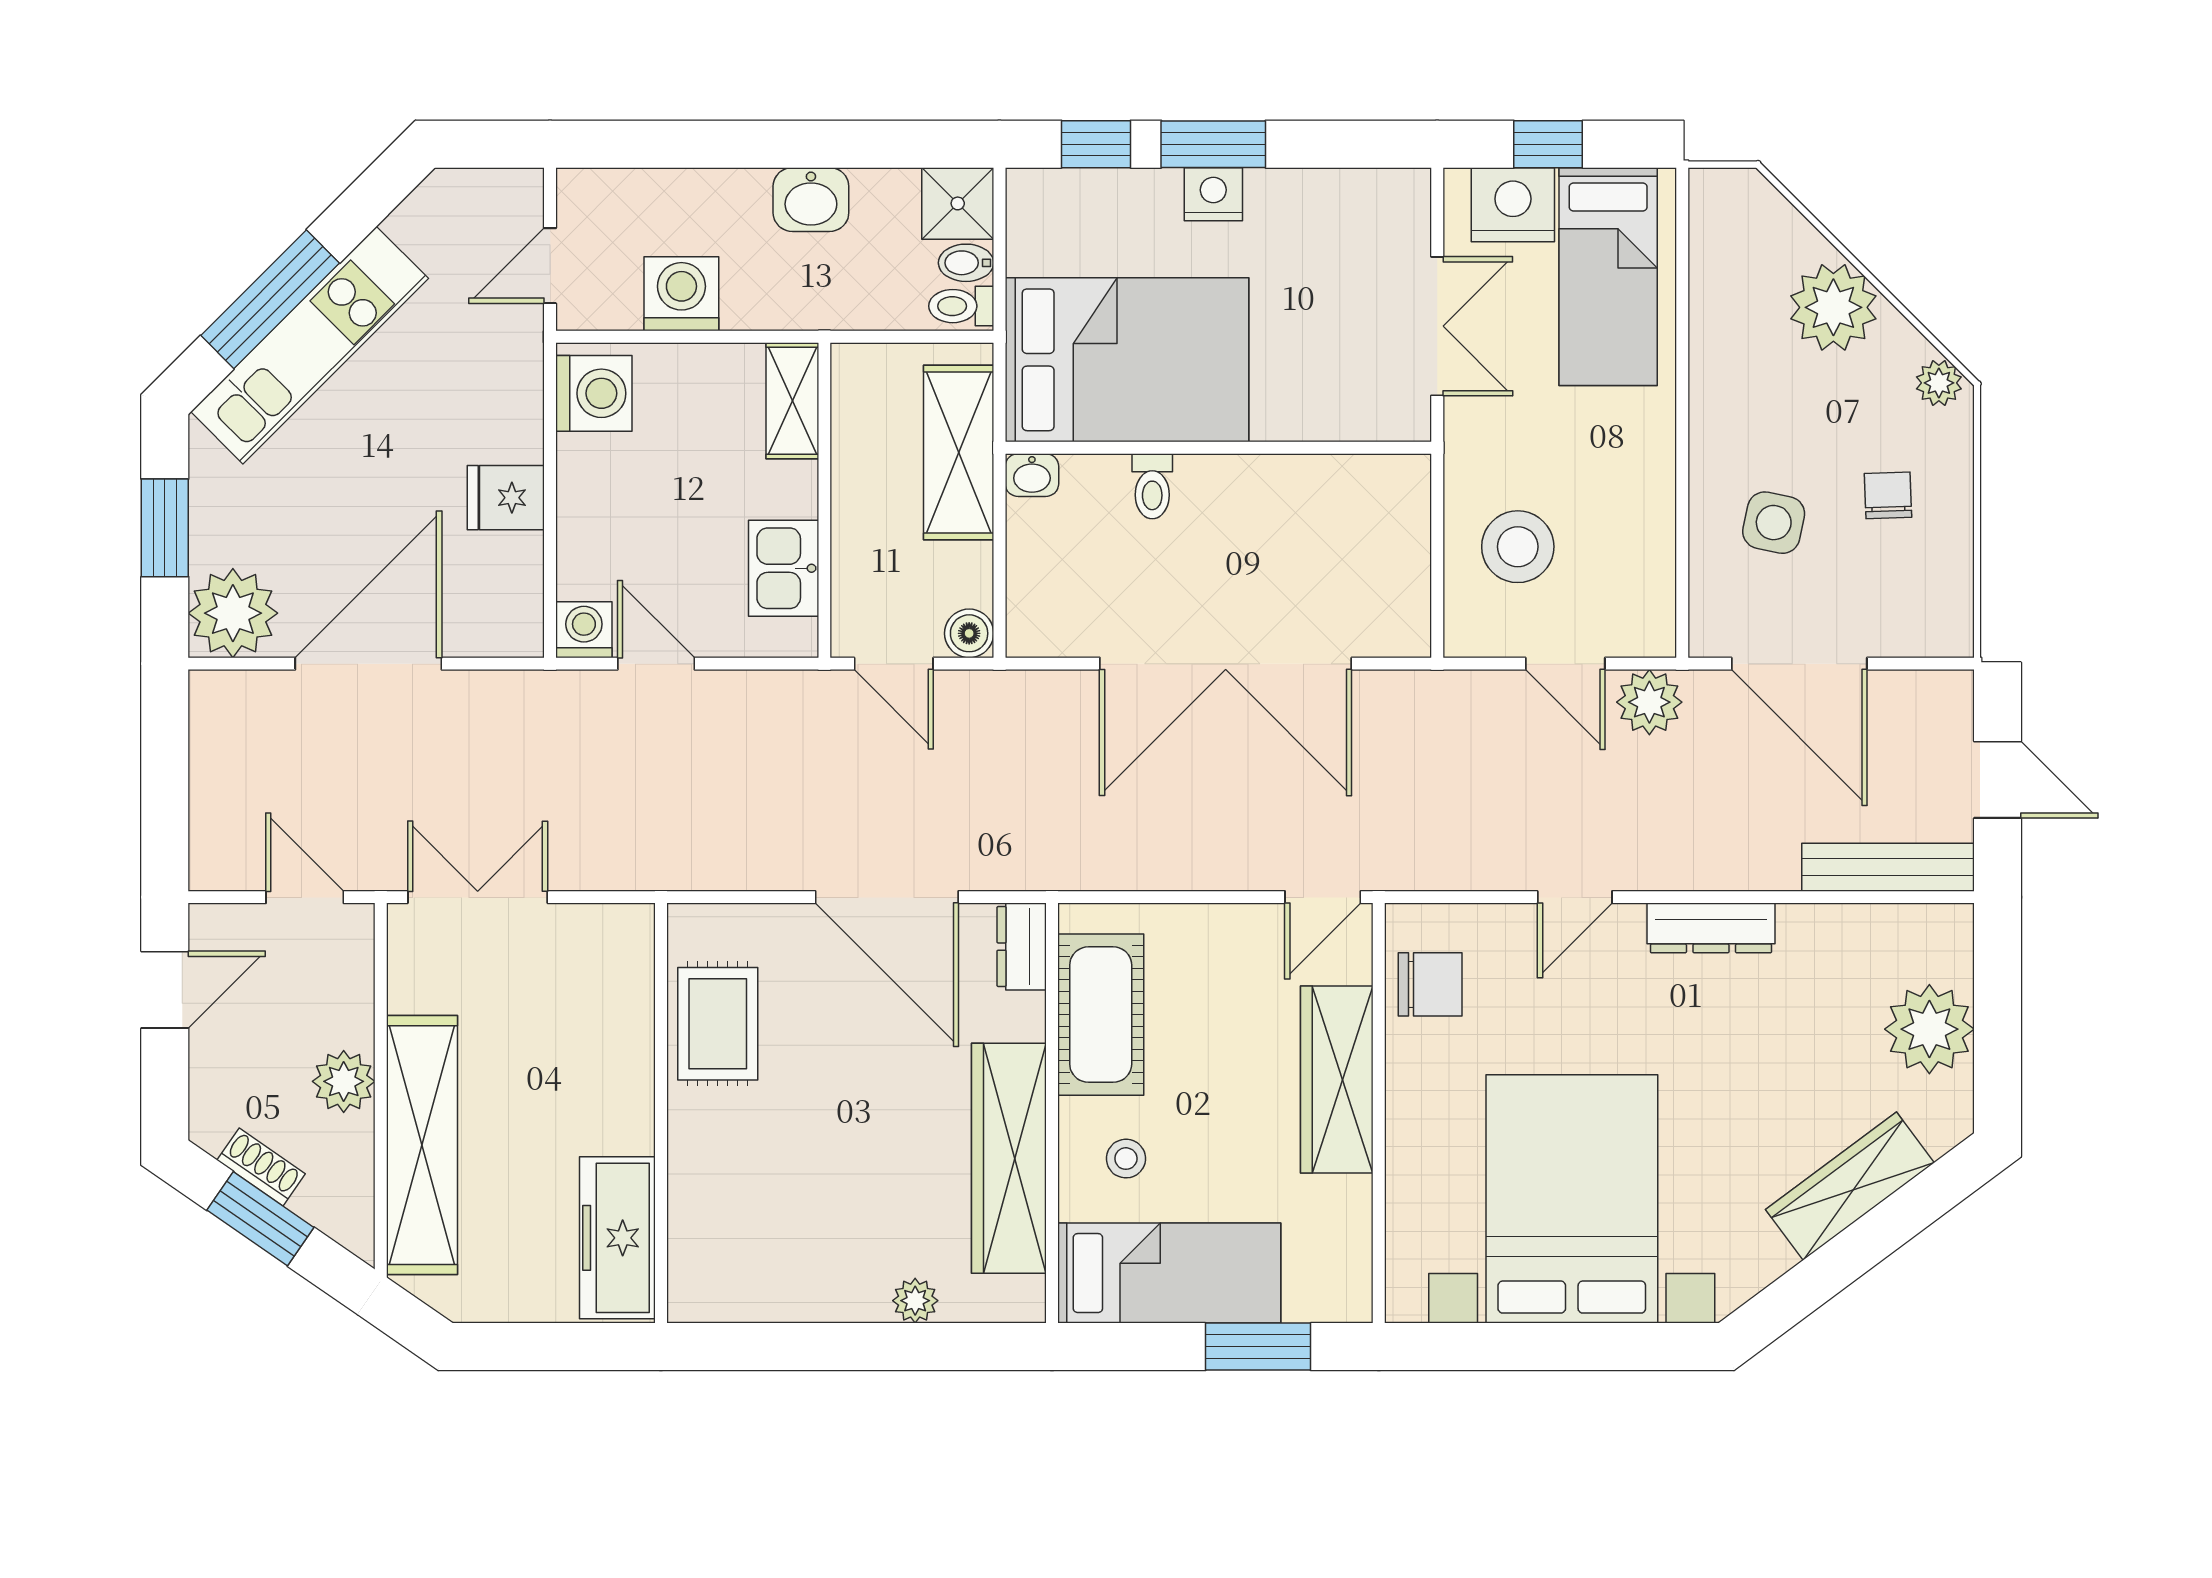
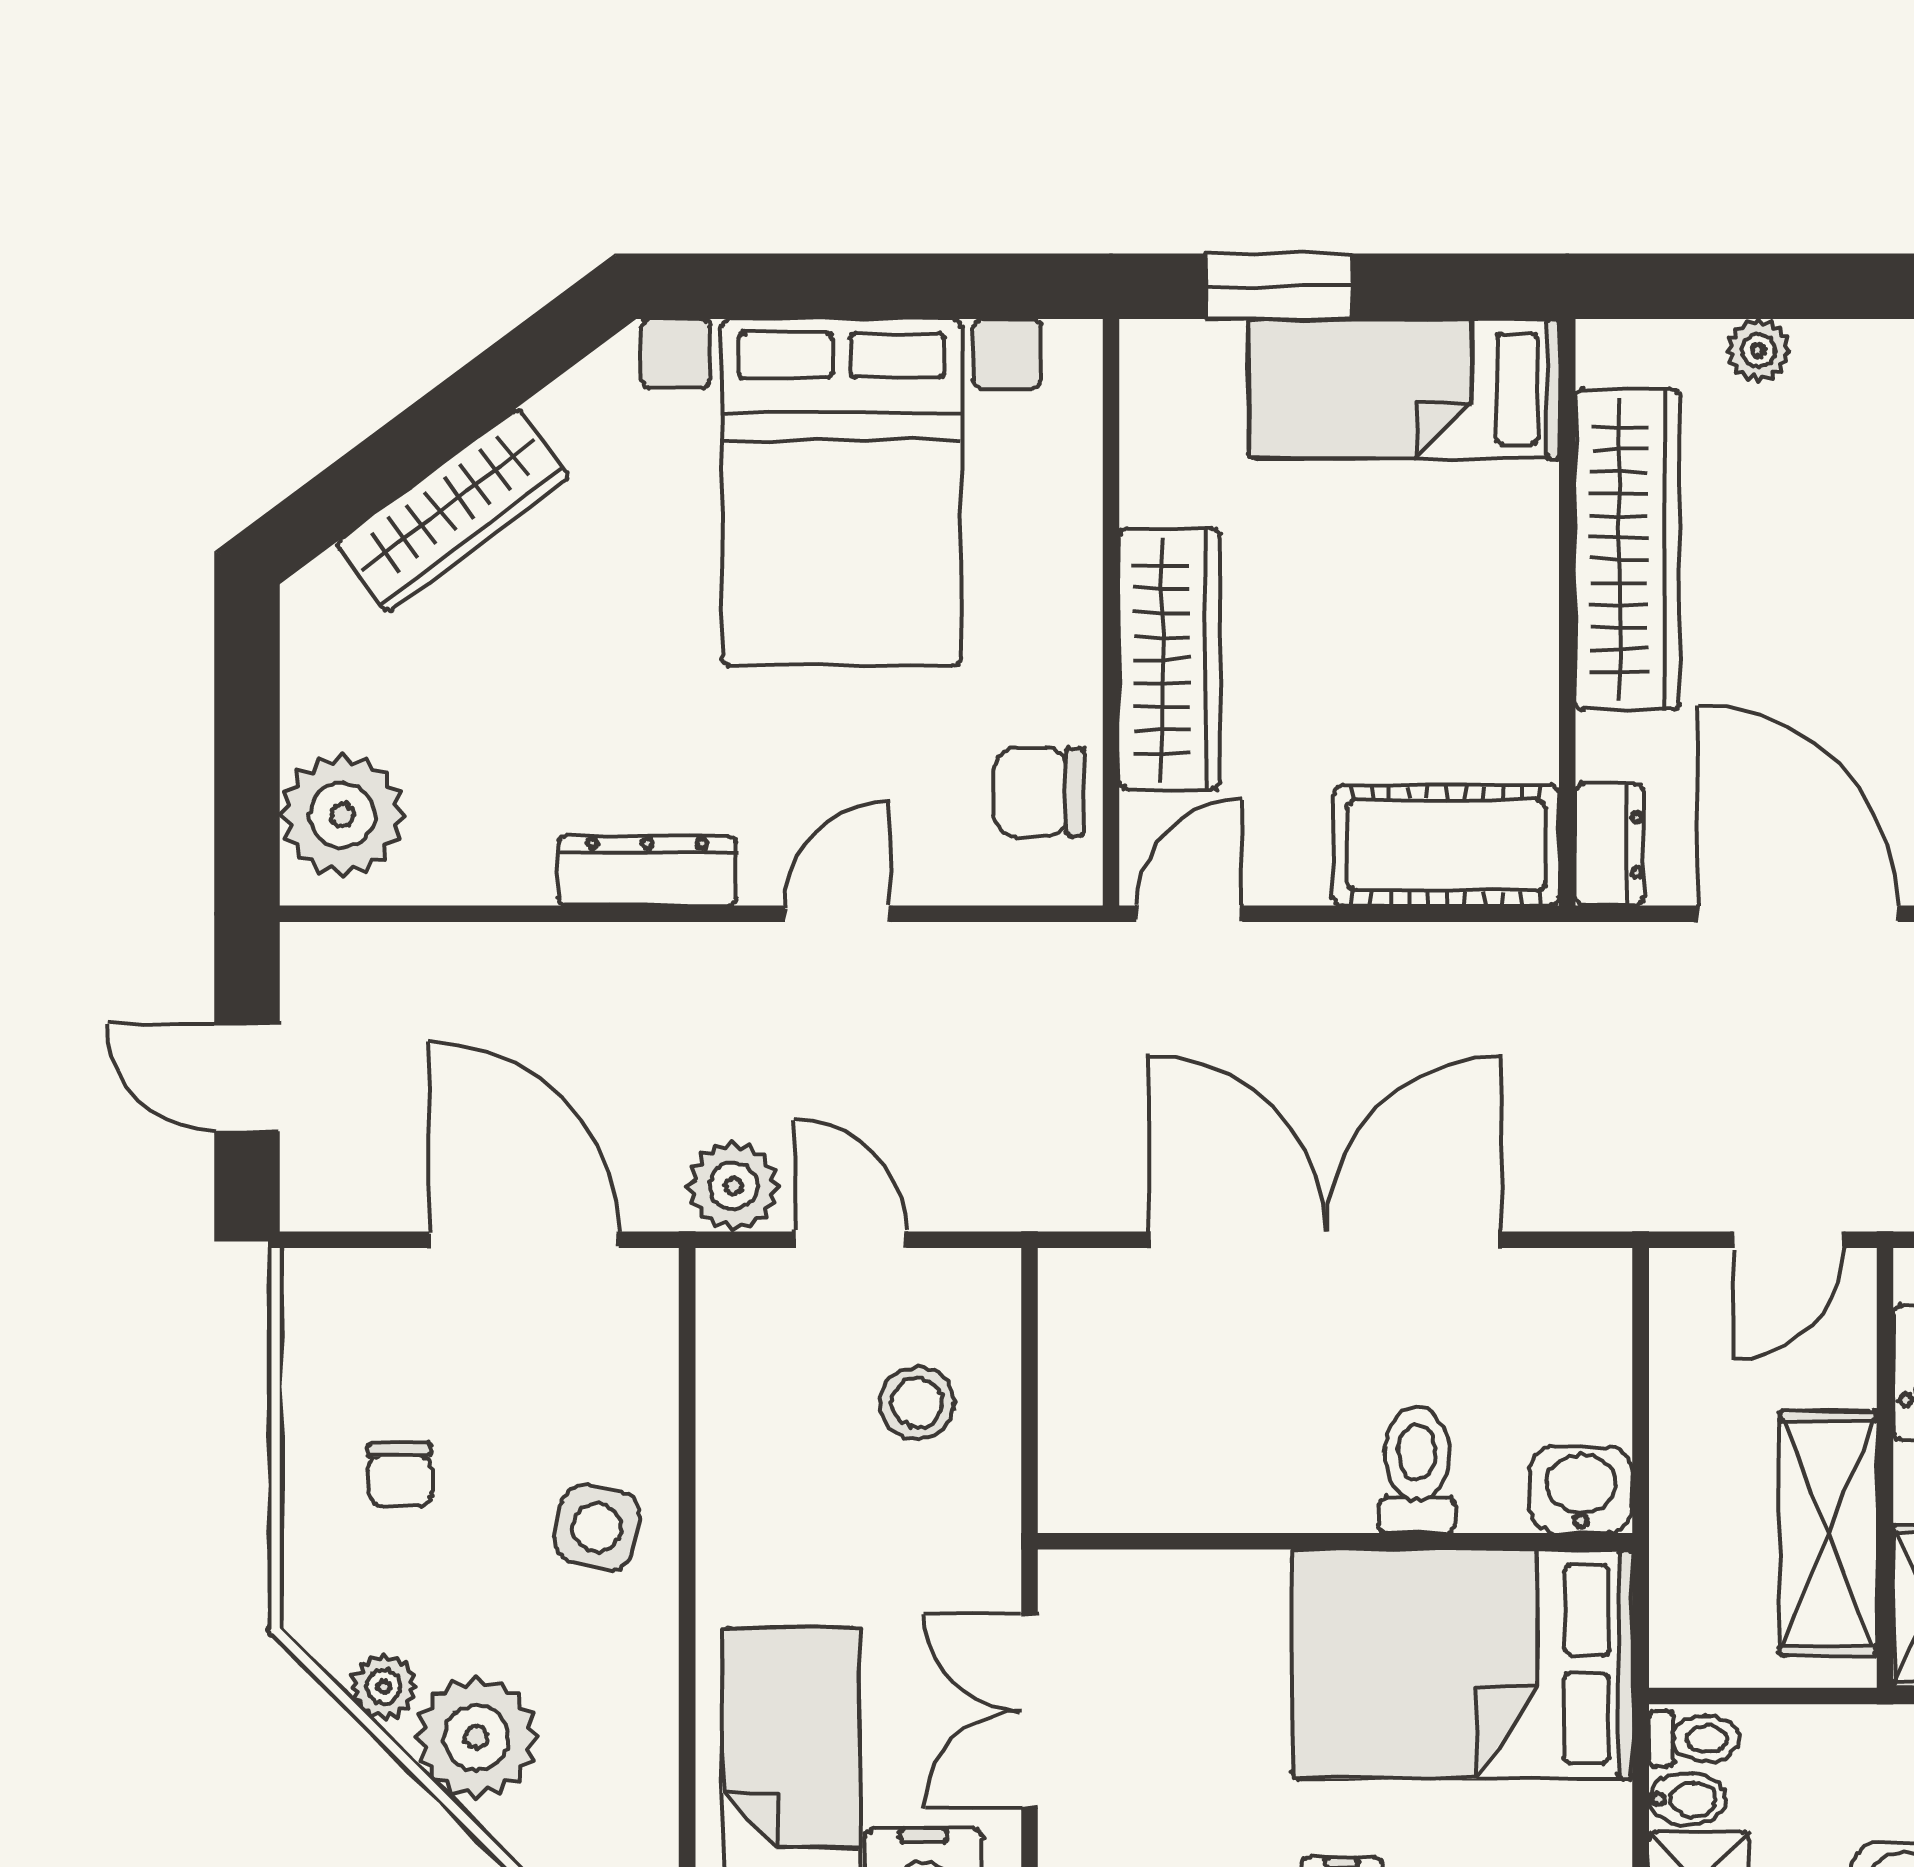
plant: (1939, 383) -> (384, 1687), moved
shelving: (959, 453) -> (1828, 1533), moved
washbasin: (1032, 475) -> (1581, 1490), width x1.38, depth x1.45
toilet: (1152, 486) -> (1417, 1470), width x1.37, depth x1.39
side table: (1774, 523) -> (597, 1527), moved
stool: (1518, 547) -> (917, 1403), width x0.73, depth x0.73
boiler: (969, 633) -> (1683, 1282), removed
door: (894, 664) -> (1788, 1240), swing flipped
bench: (1888, 867) -> (400, 956), removed
cot: (1101, 1015) -> (1446, 846), moved, turned 90
plant: (1929, 1029) -> (342, 815), moved
stool: (1126, 1159) -> (1464, 549), removed

